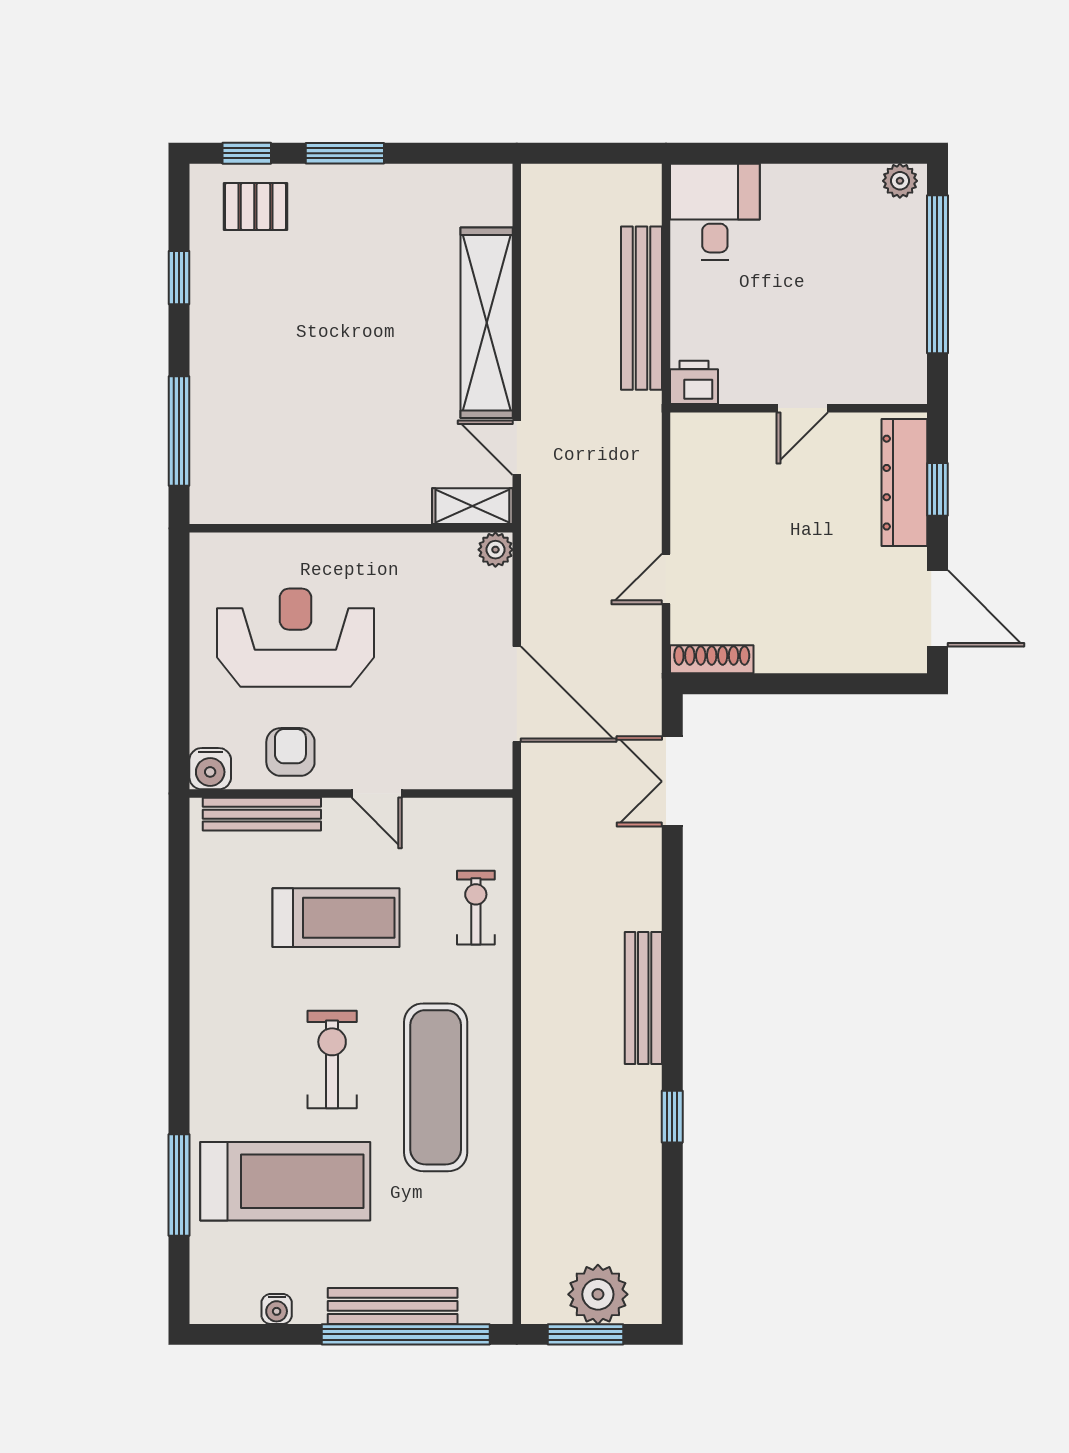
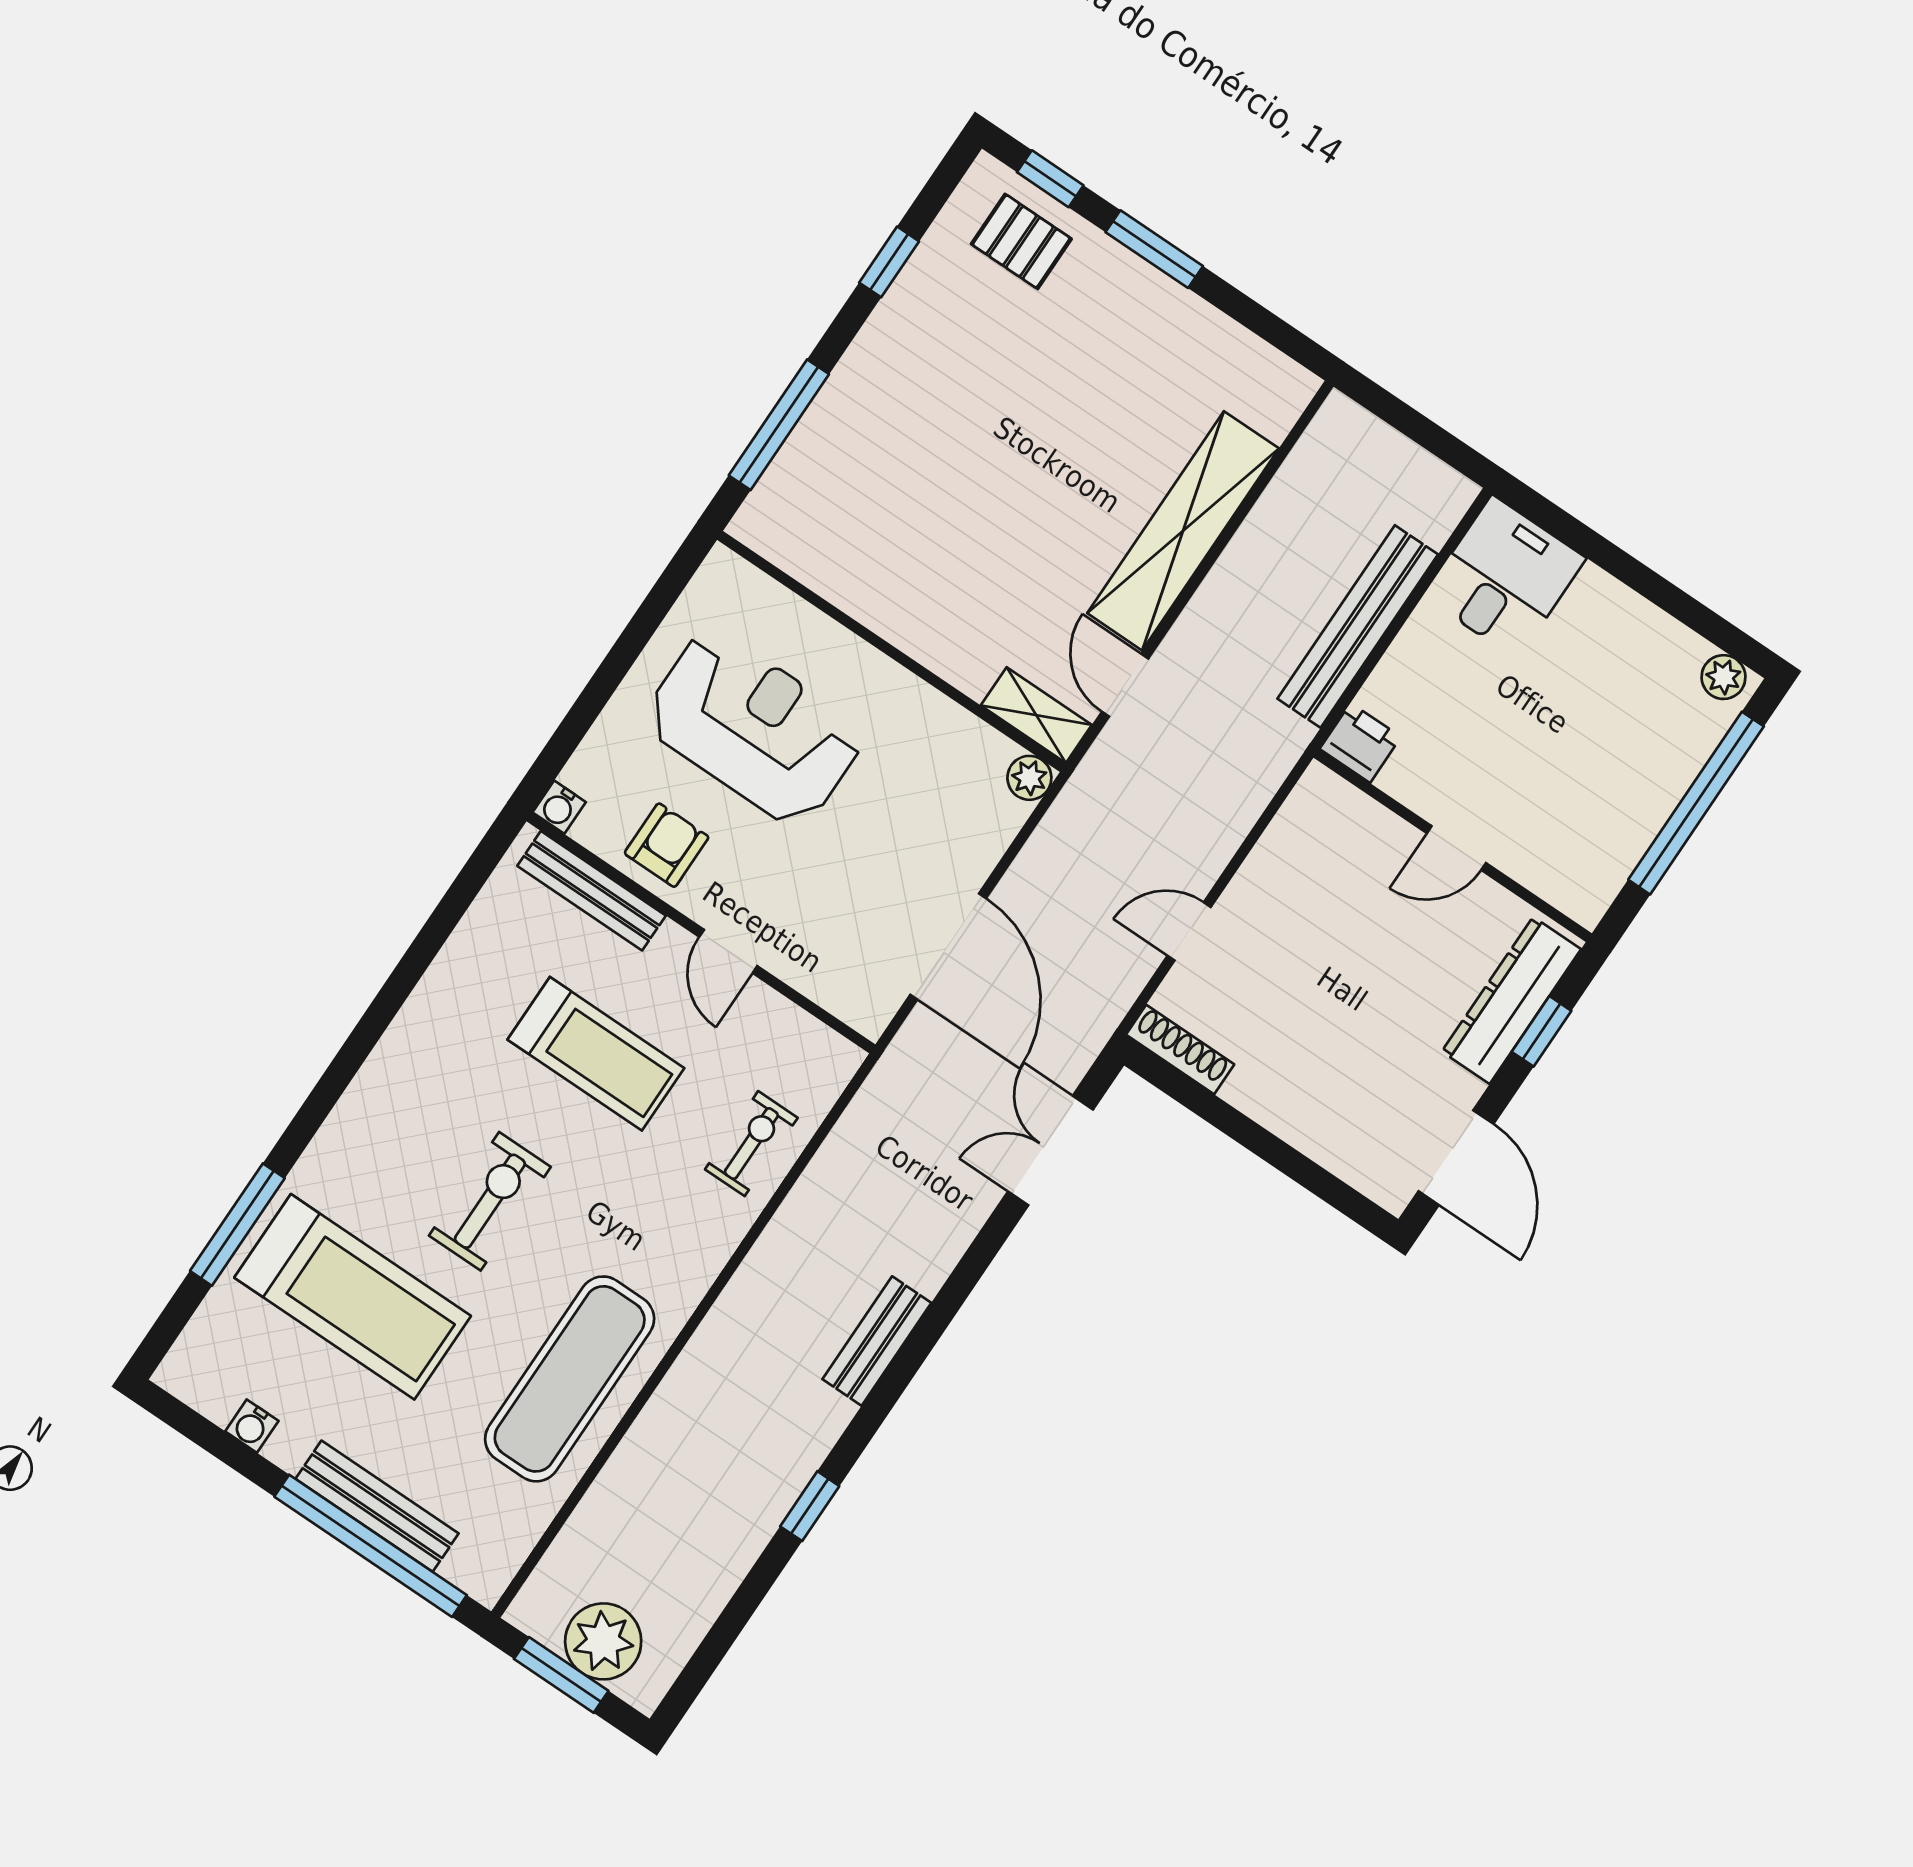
water cooler: (210, 769) -> (559, 807), width x0.72, depth x0.72
bench: (643, 998) -> (877, 1341), width x0.73
exercise mat: (436, 1087) -> (570, 1379), moved

